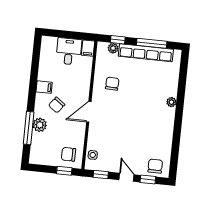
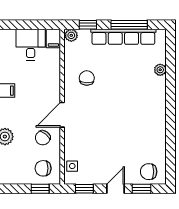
plant: (113, 48) -> (71, 35), moved
plant: (171, 102) -> (160, 70), moved
chair: (57, 105) -> (43, 138), moved
chair: (155, 166) -> (149, 172), turned -90
door: (127, 177) -> (116, 189), hinge flipped

